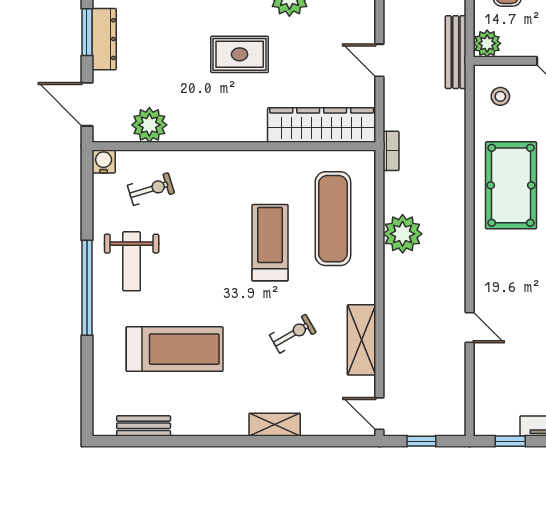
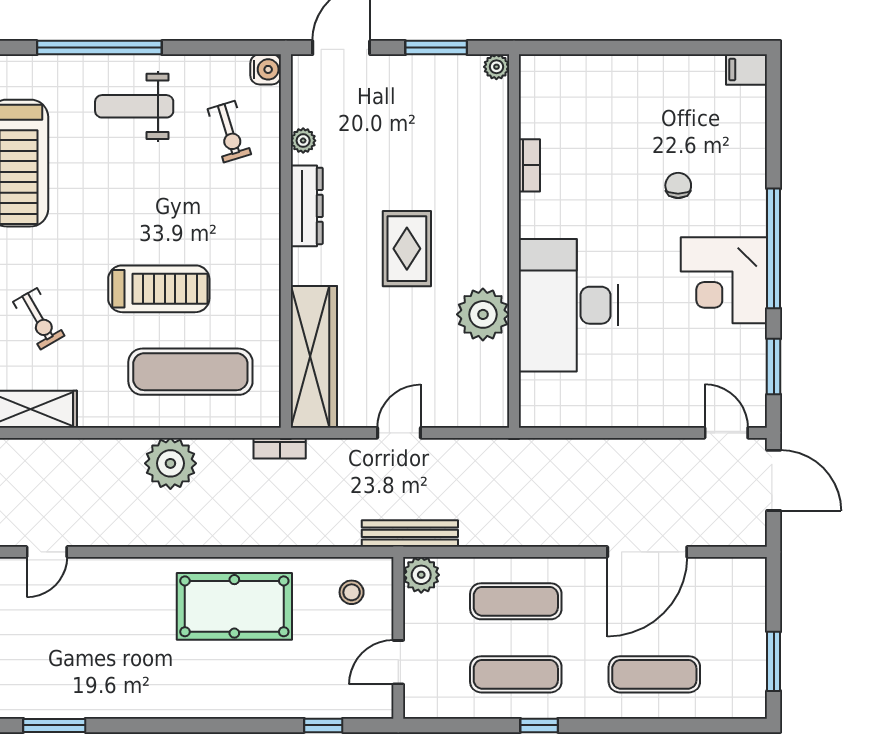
dresser: (104, 39) -> (307, 206), moved, turned -90
plant: (149, 125) -> (303, 141), width x0.53, depth x0.53

